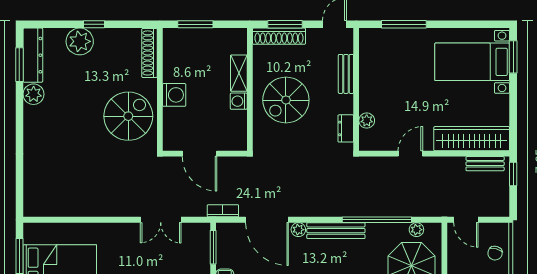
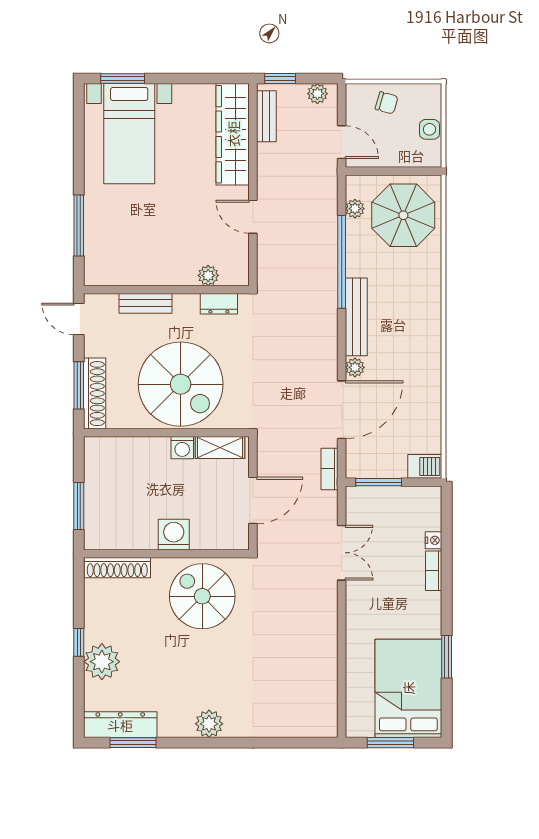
shelving: (239, 73) -> (220, 448), moved
plant: (34, 94) -> (209, 724), moved
spiral stairs: (286, 100) -> (181, 384), width x1.37, depth x1.37
plant: (502, 202) -> (317, 94), added
door: (466, 220) -> (342, 142), hinge flipped

